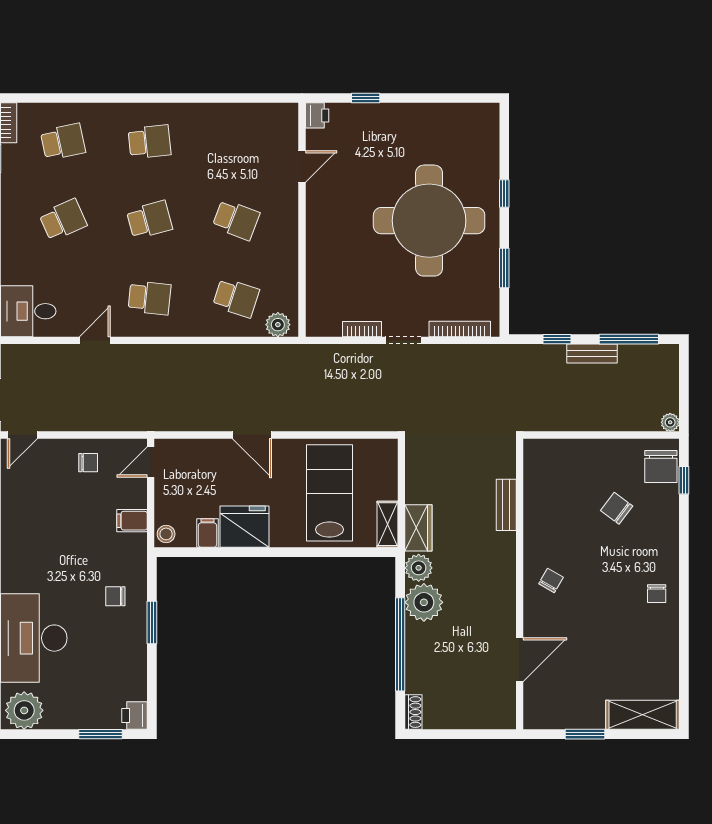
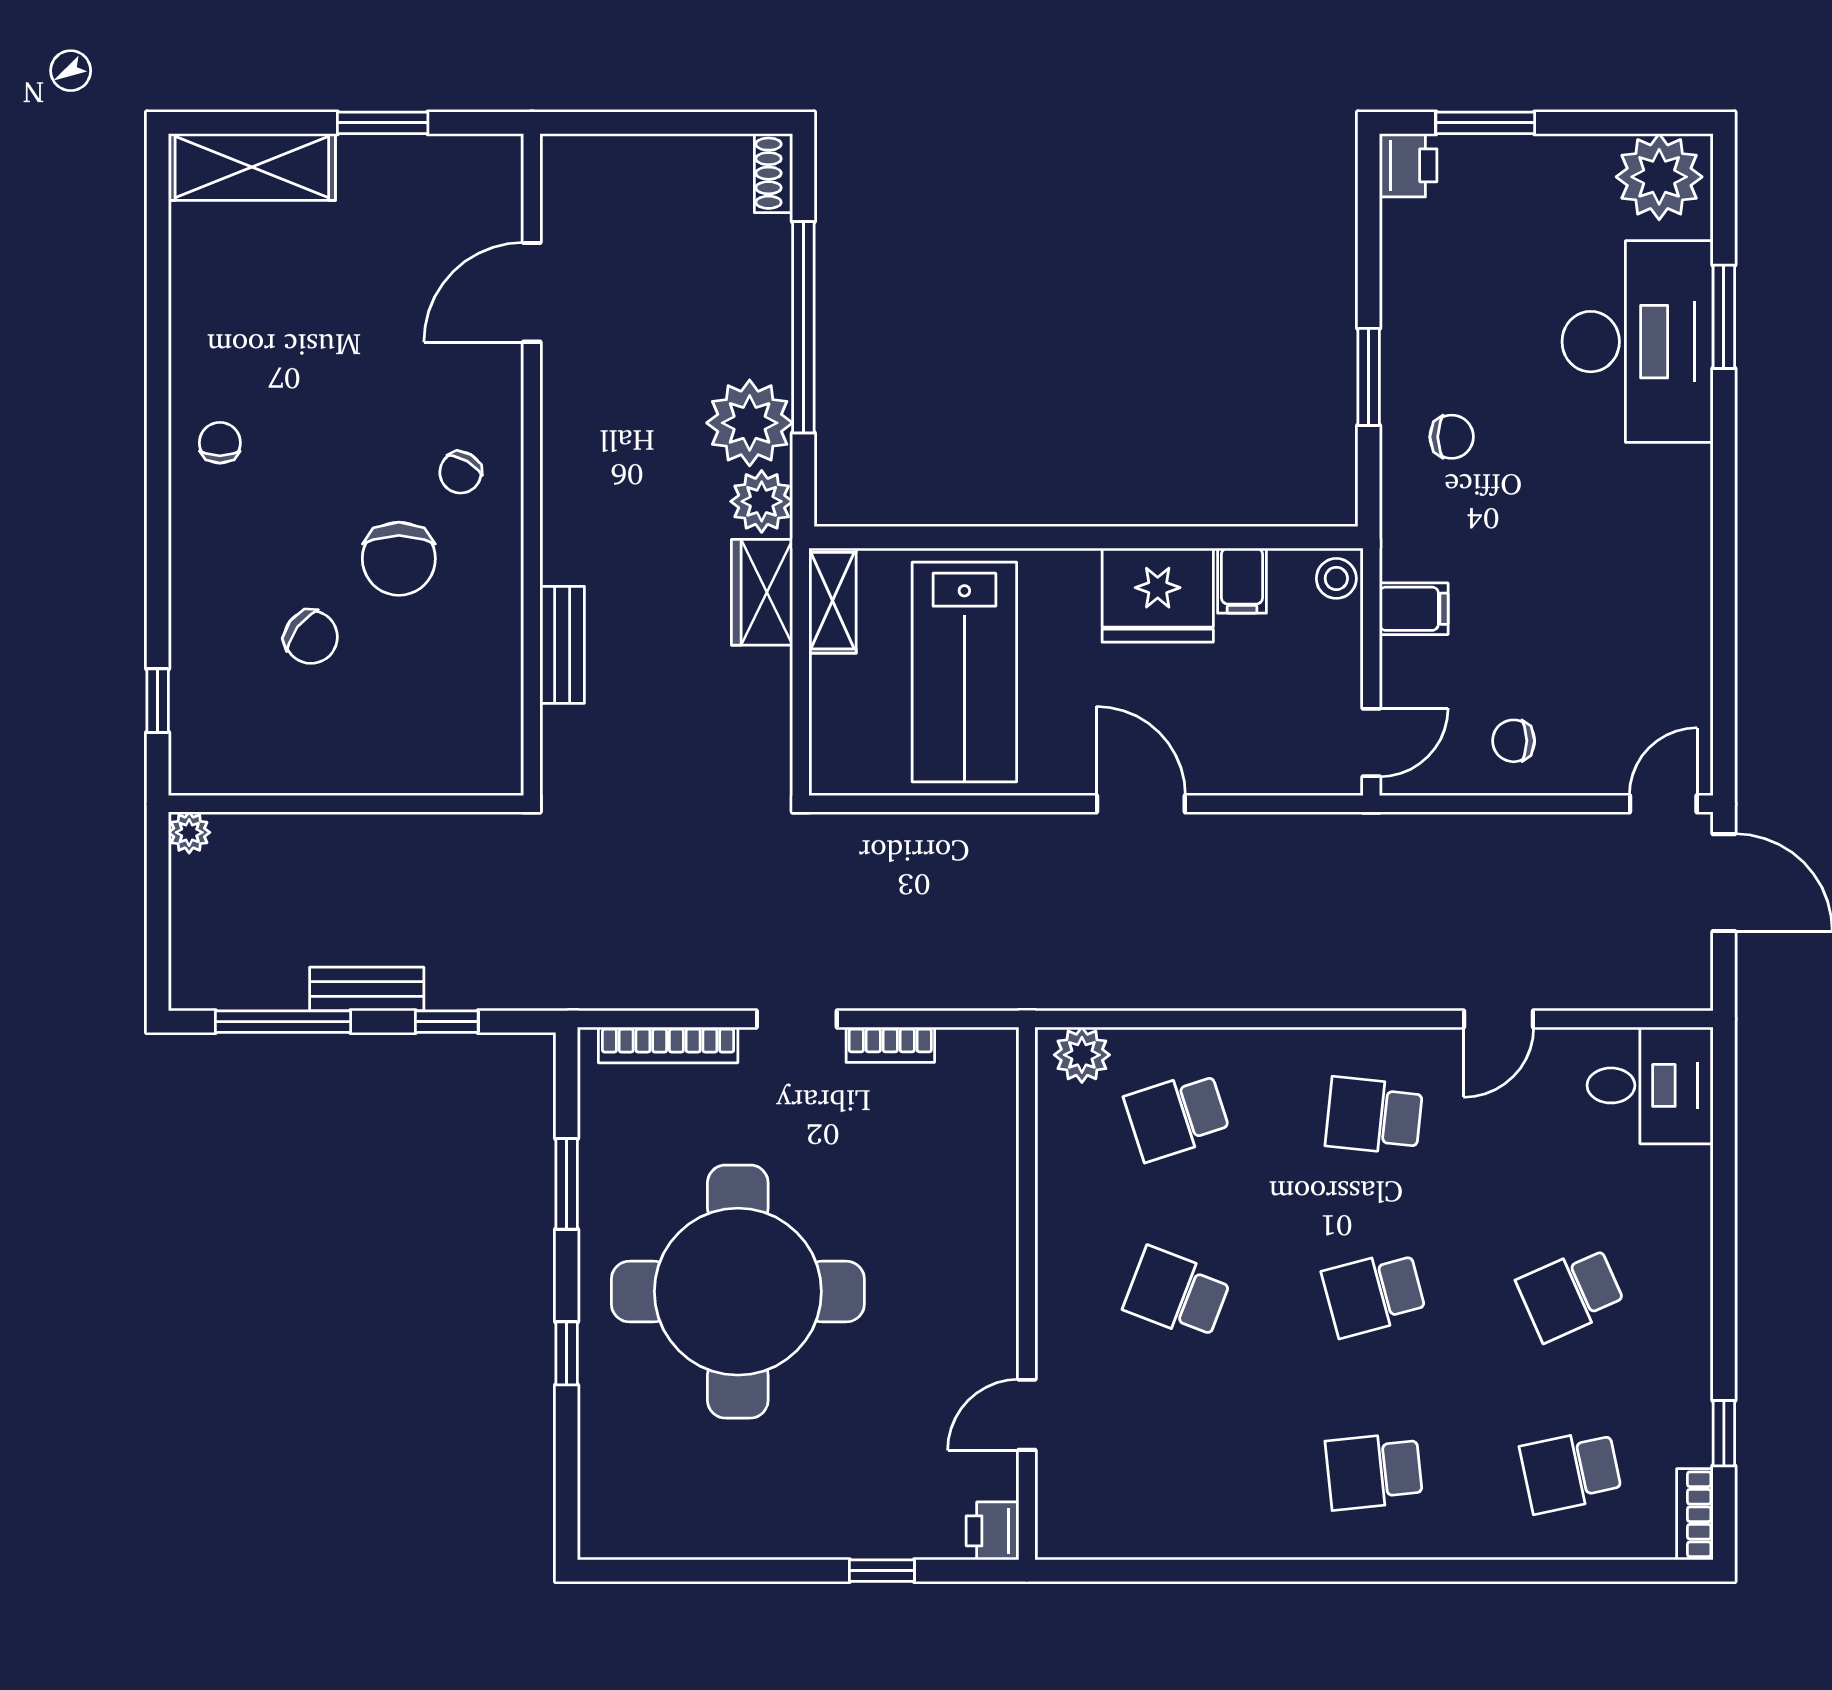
school desk: (236, 298) -> (1177, 1116), turned -36
chair: (661, 466) -> (399, 559), moved, turned 180

